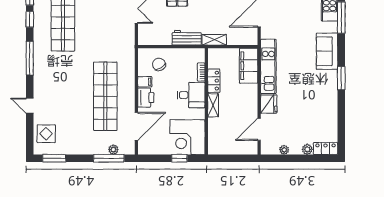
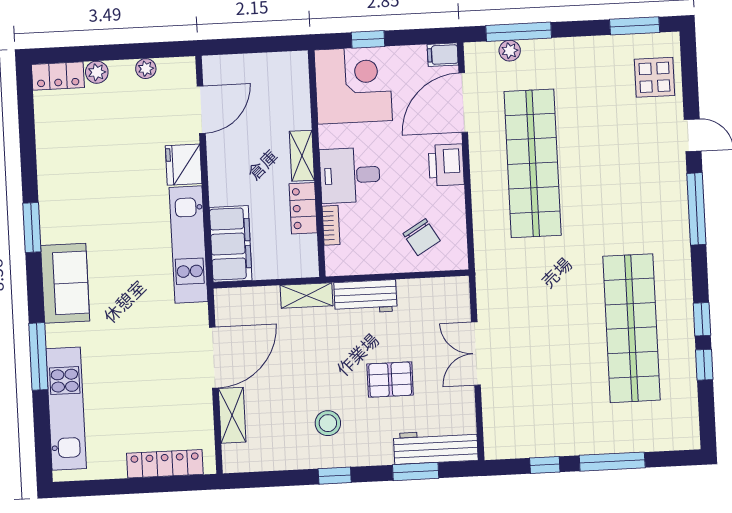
window: (30, 58) -> (696, 209), moved
filing cabinet: (145, 82) -> (443, 55), moved

